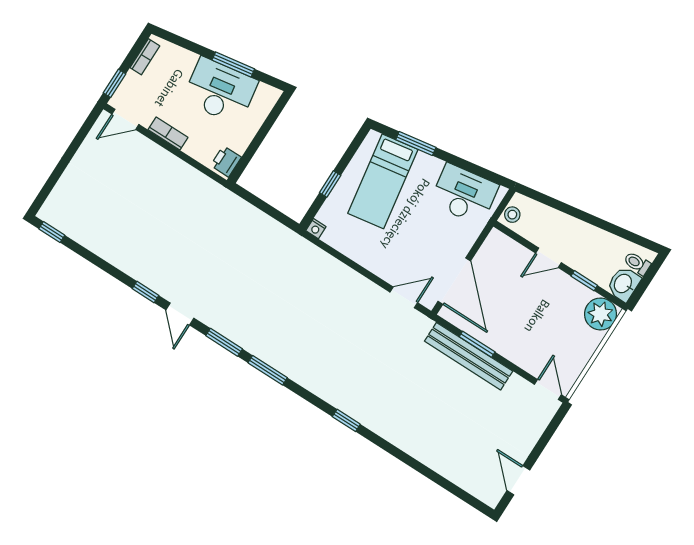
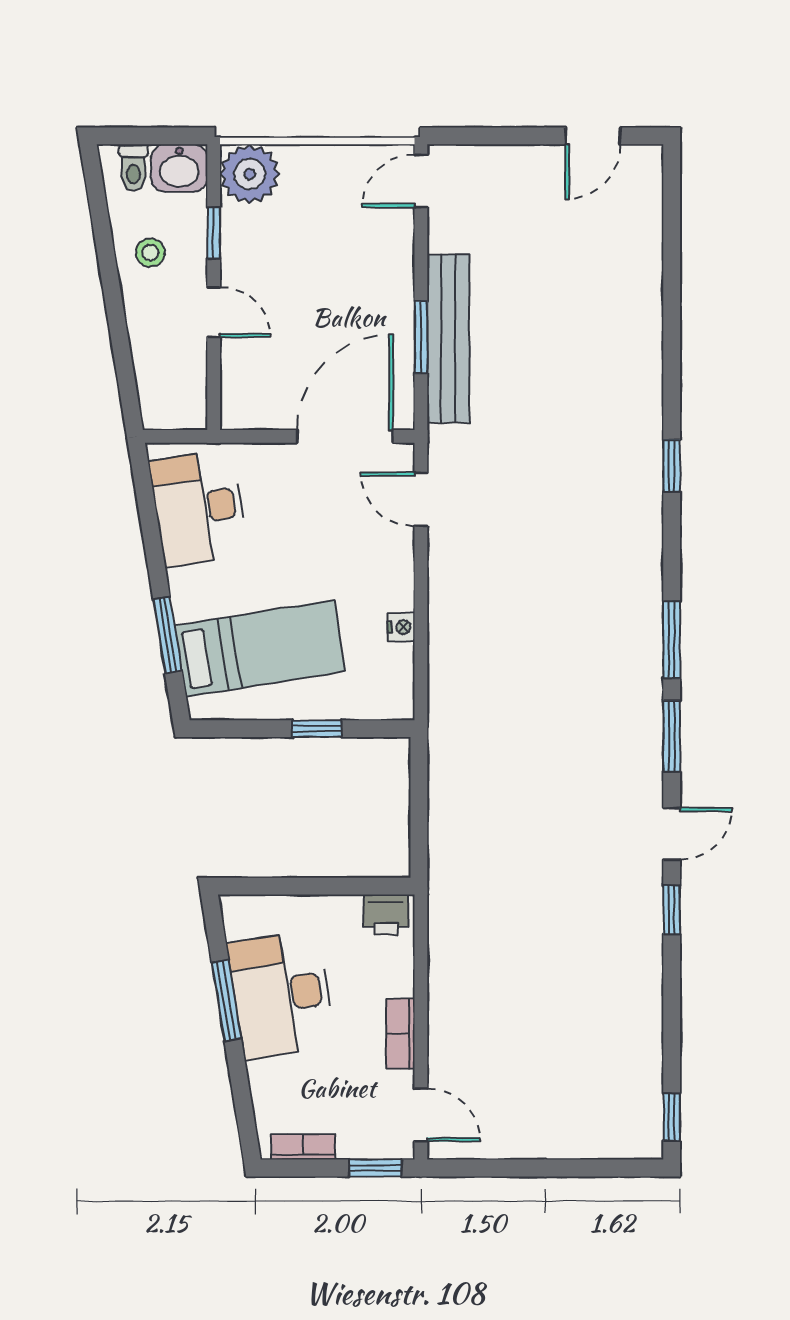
stool: (512, 215) -> (150, 253), moved
nightstand: (316, 229) -> (401, 627), moved

